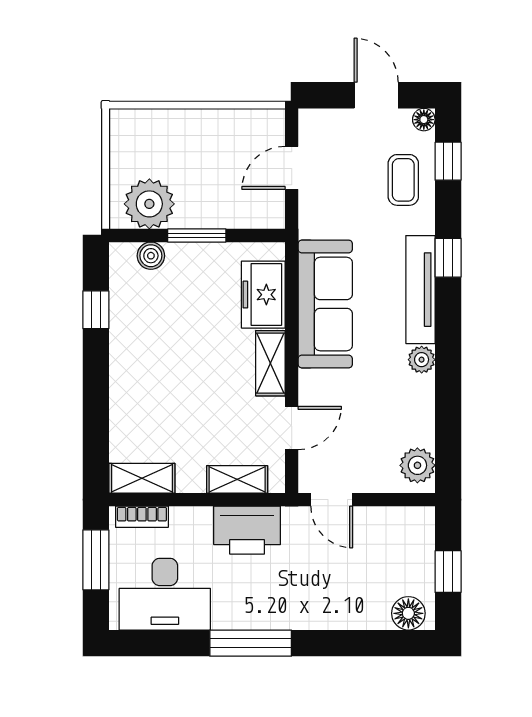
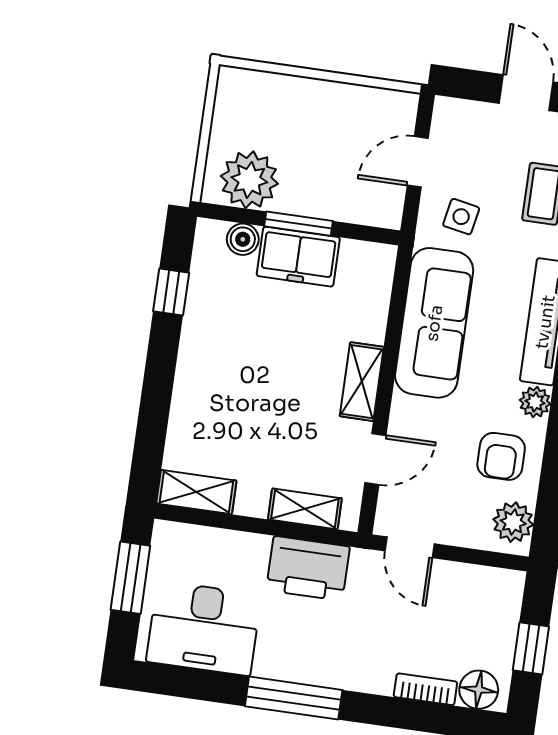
side table: (336, 210) -> (461, 217), added
freezer: (263, 295) -> (298, 257), moved, turned -90
armchair: (399, 410) -> (501, 456), added
bookcase: (142, 517) -> (425, 689), moved, turned 180

